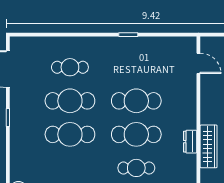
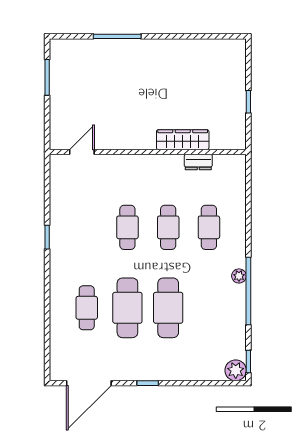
cafe table: (136, 101) -> (127, 227), width x0.73, depth x0.74
cafe table: (136, 134) -> (168, 227), width x0.73, depth x0.74
dresser: (190, 142) -> (198, 162), moved

